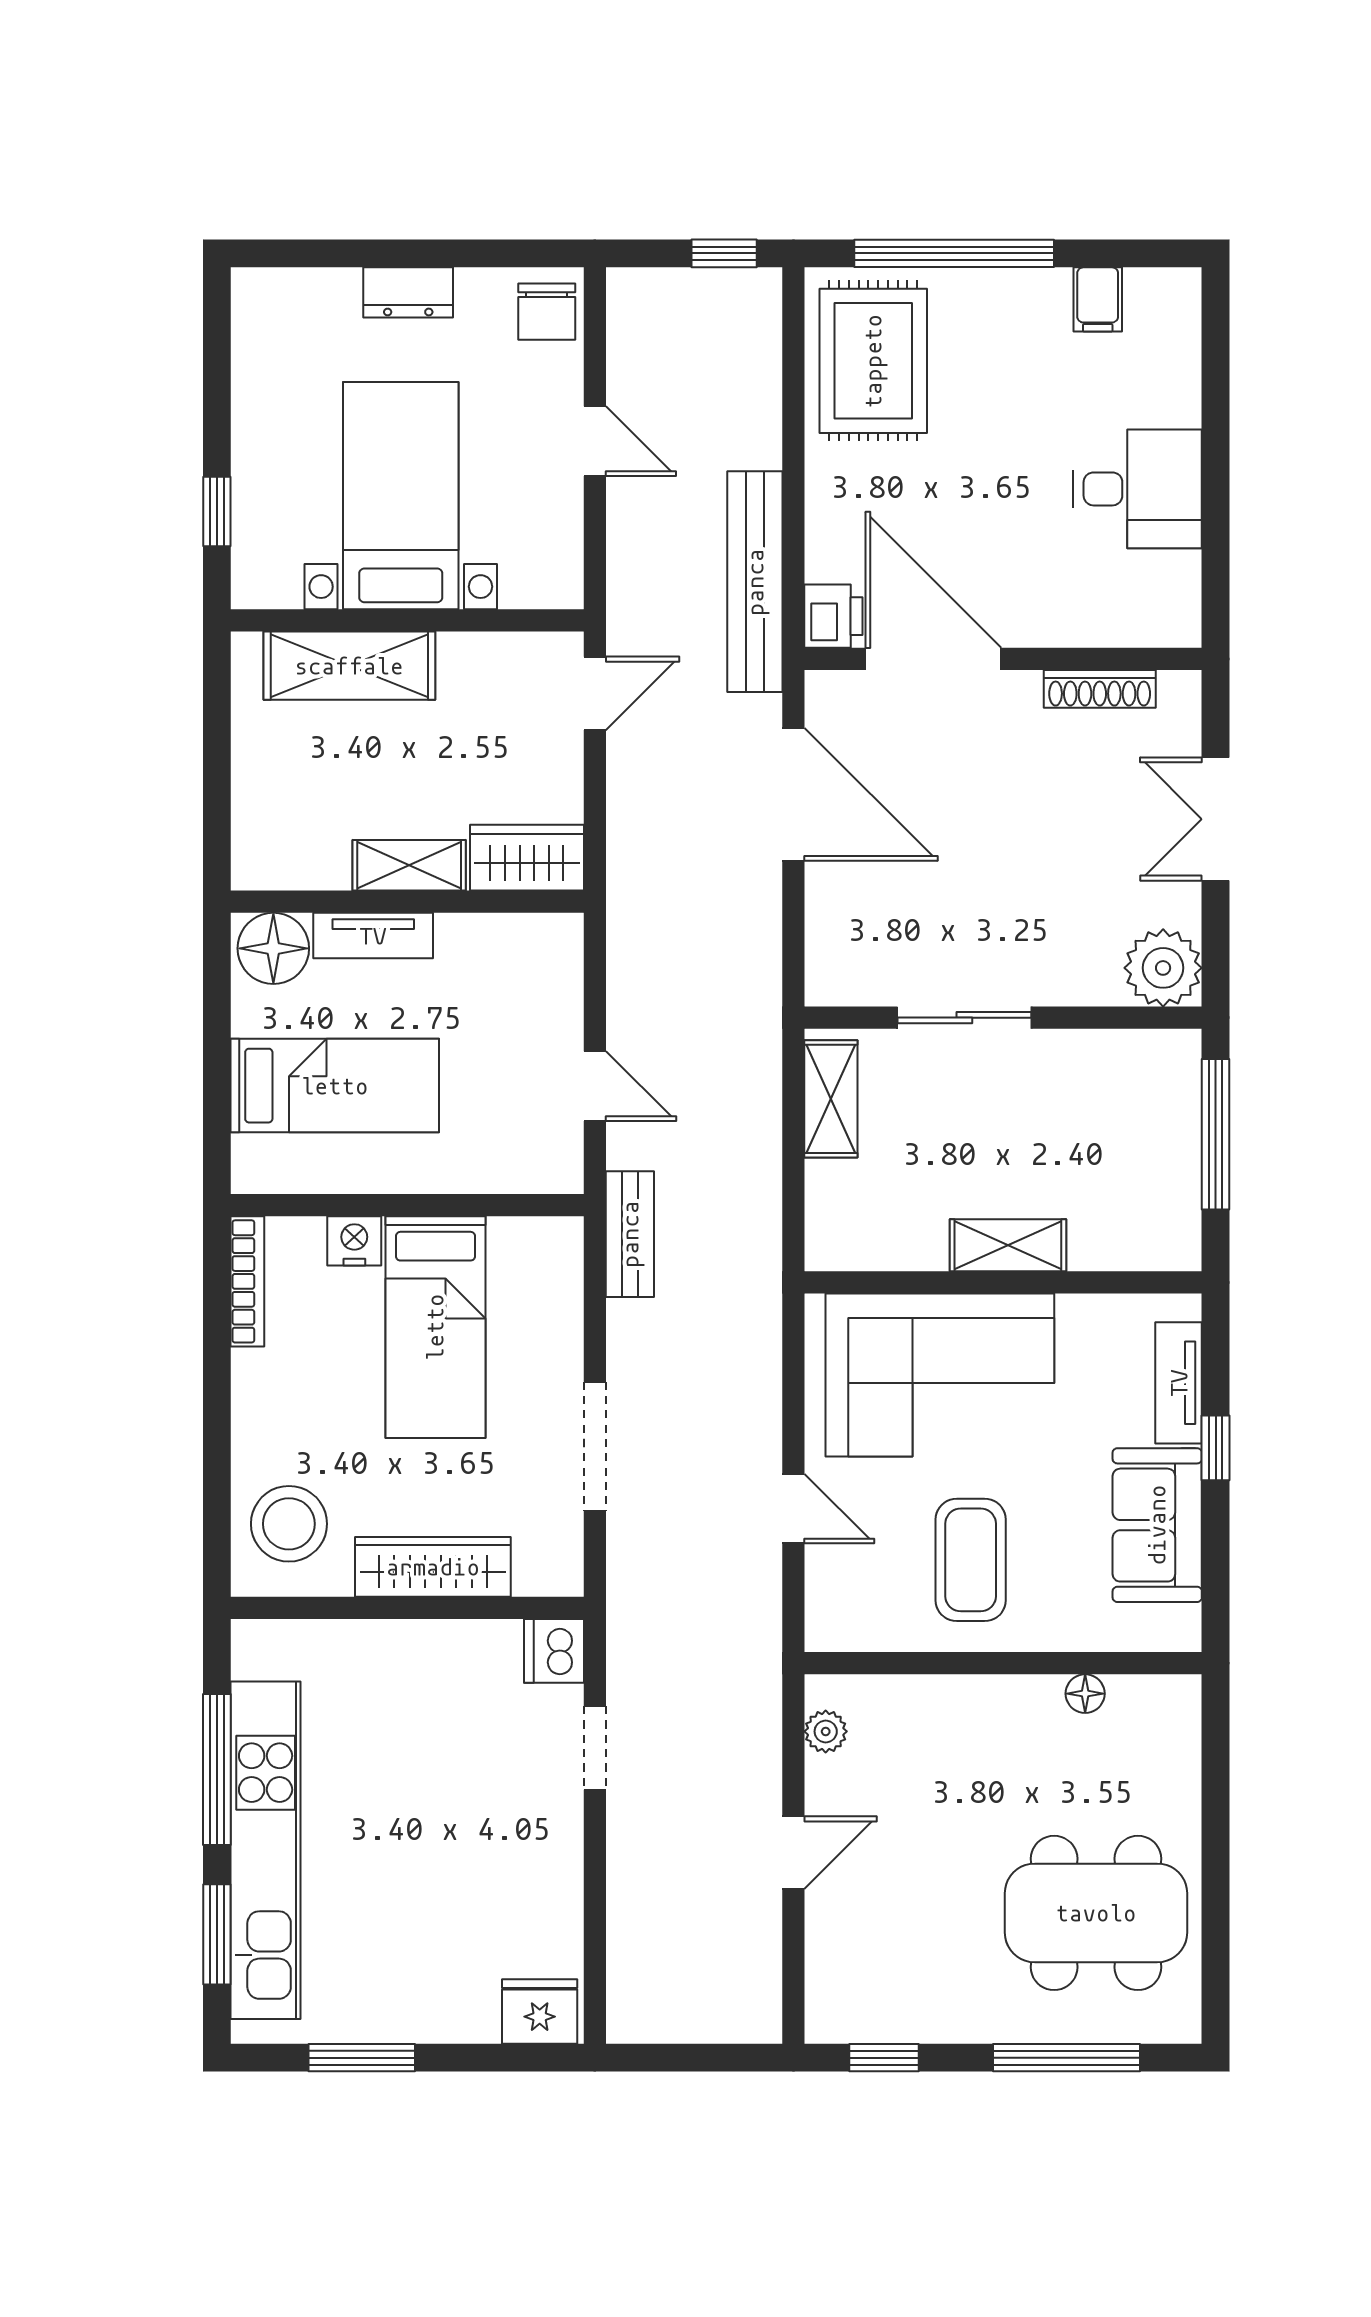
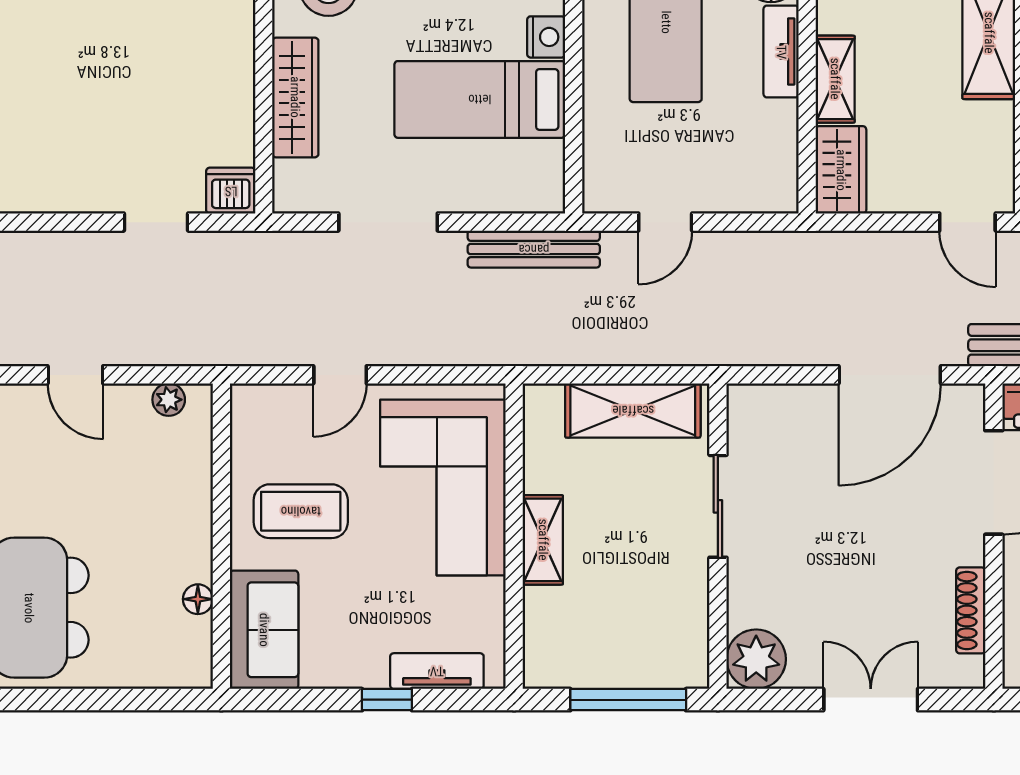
shelving: (831, 1099) -> (633, 410), width x1.50, depth x1.33
bench: (630, 1234) -> (534, 249), width x1.36
sofa: (1157, 1525) -> (264, 630), moved, turned 90

